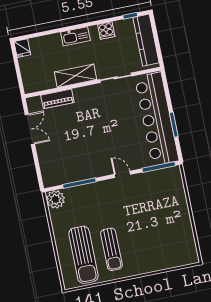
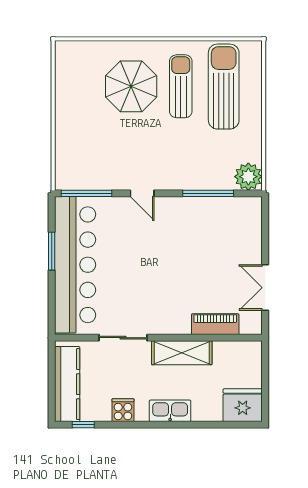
fridge: (22, 48) -> (243, 405), width x1.88, depth x1.34
parasol: (144, 243) -> (131, 86), added

